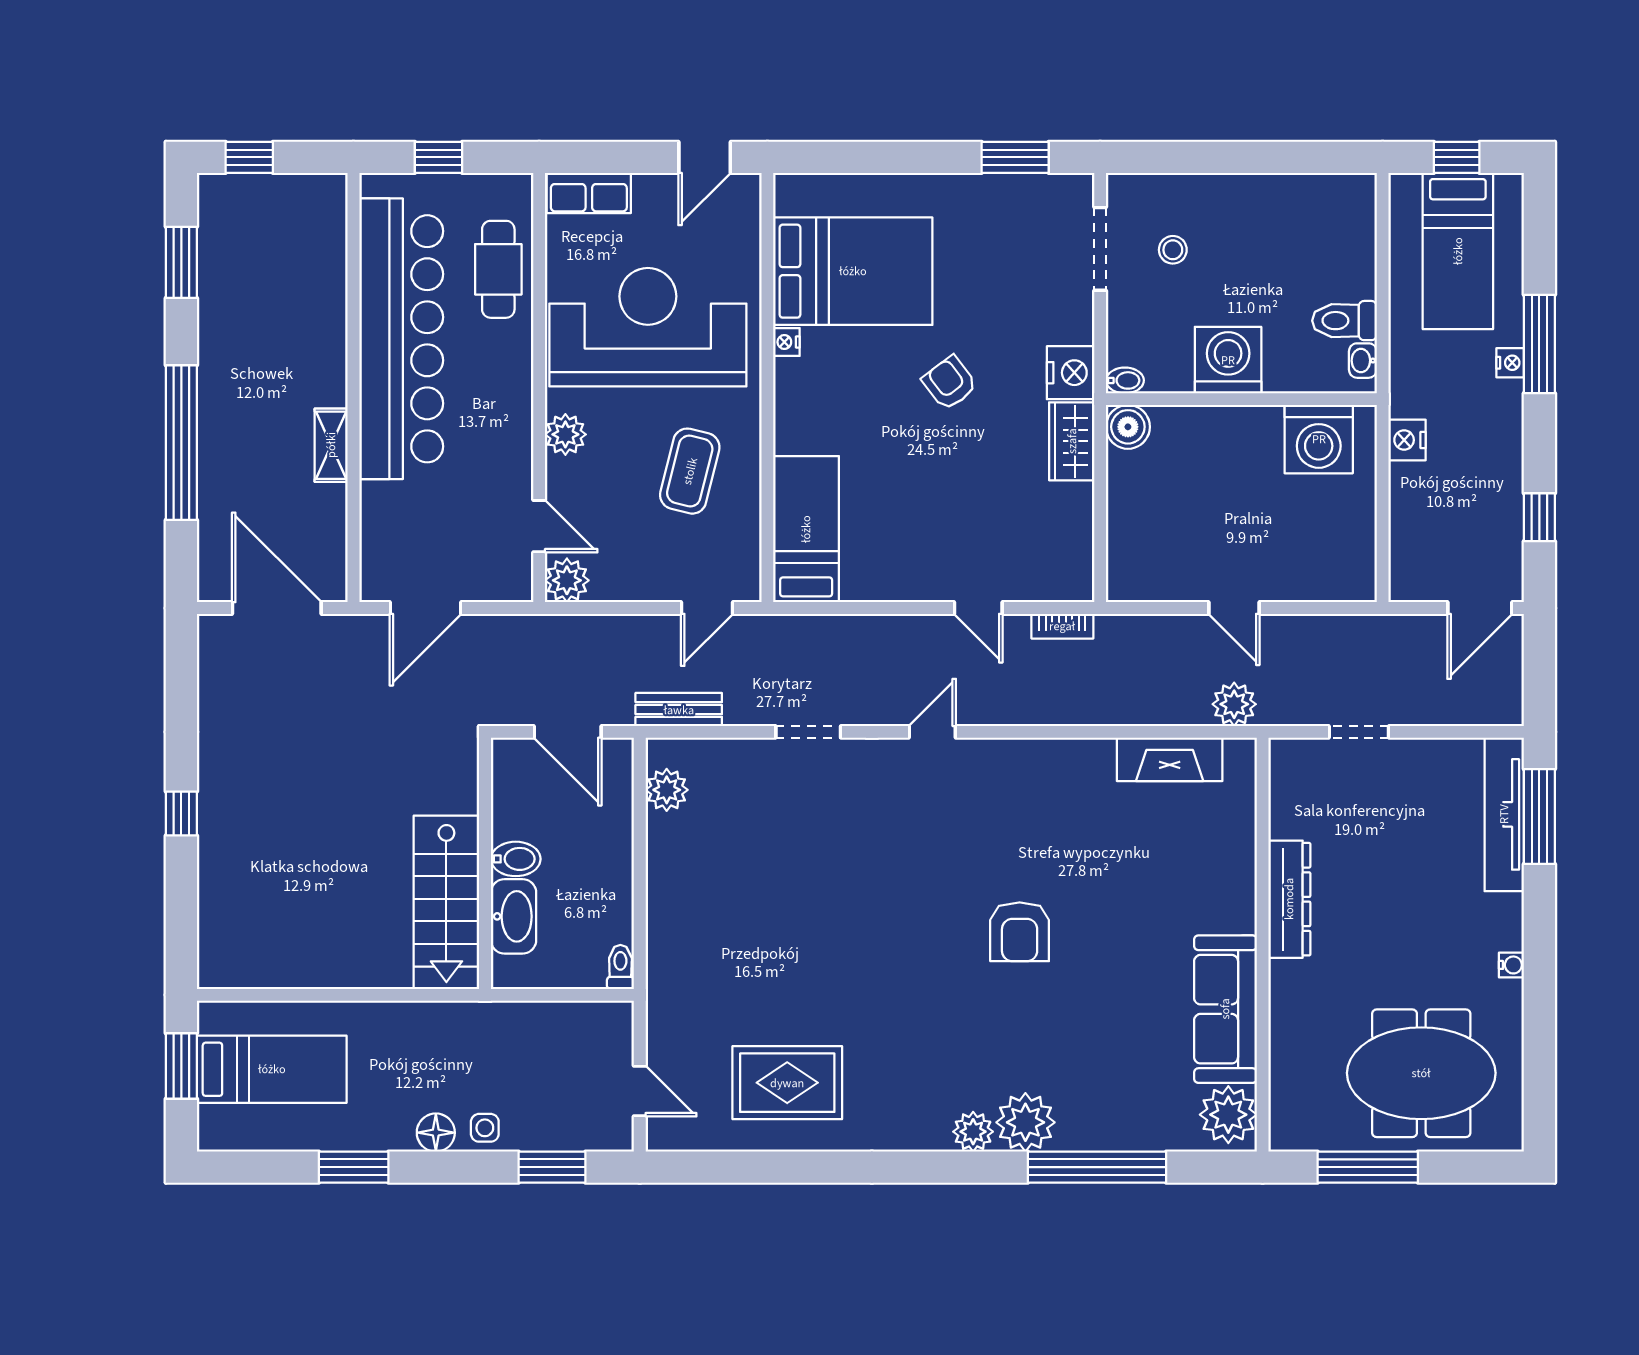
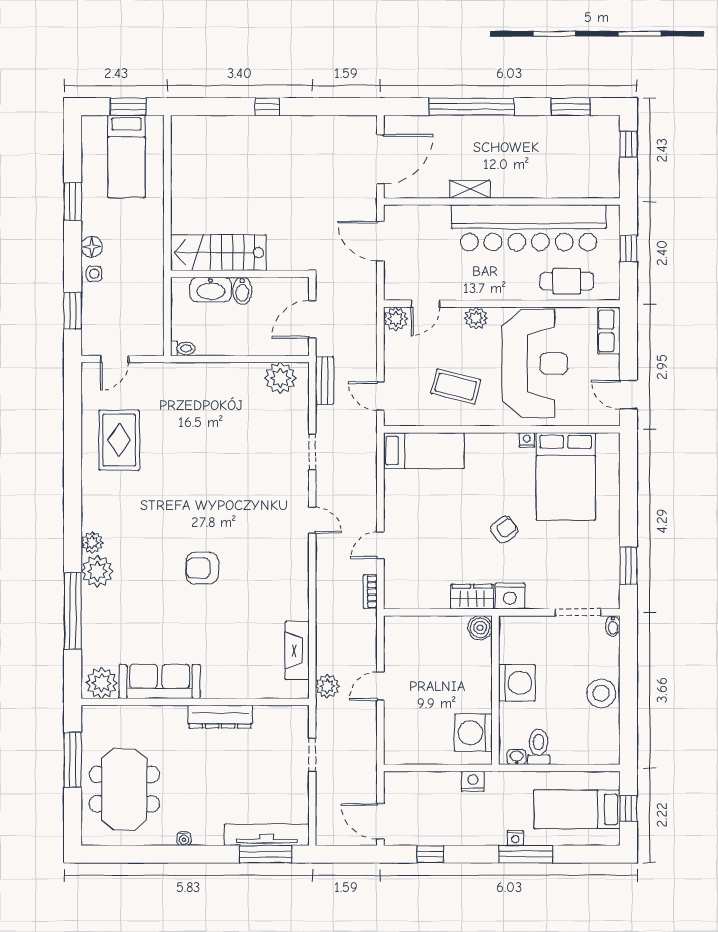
stool: (1173, 250) -> (601, 693), moved, width x1.89, depth x1.89
bidet: (1125, 380) -> (613, 626), moved
plant: (667, 790) -> (280, 378), width x1.36, depth x1.36

